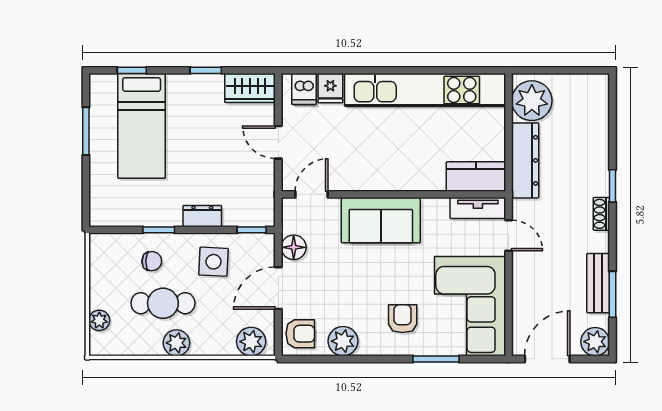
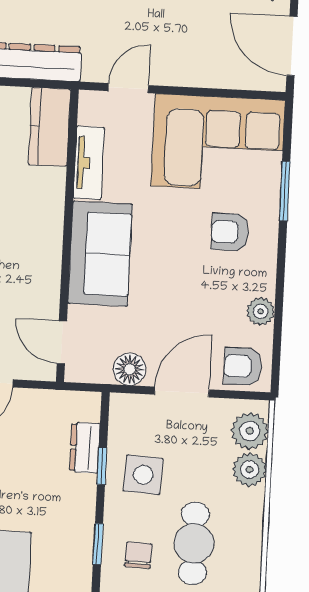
tv unit: (478, 208) -> (89, 163), moved
dresser: (202, 216) -> (85, 448), moved
window: (252, 230) -> (102, 466), moved
door: (278, 288) -> (182, 392), swing flipped
armchair: (300, 334) -> (243, 366), turned -90
plant: (343, 341) -> (261, 311), width x0.73, depth x0.73
plant: (176, 343) -> (249, 470), moved

